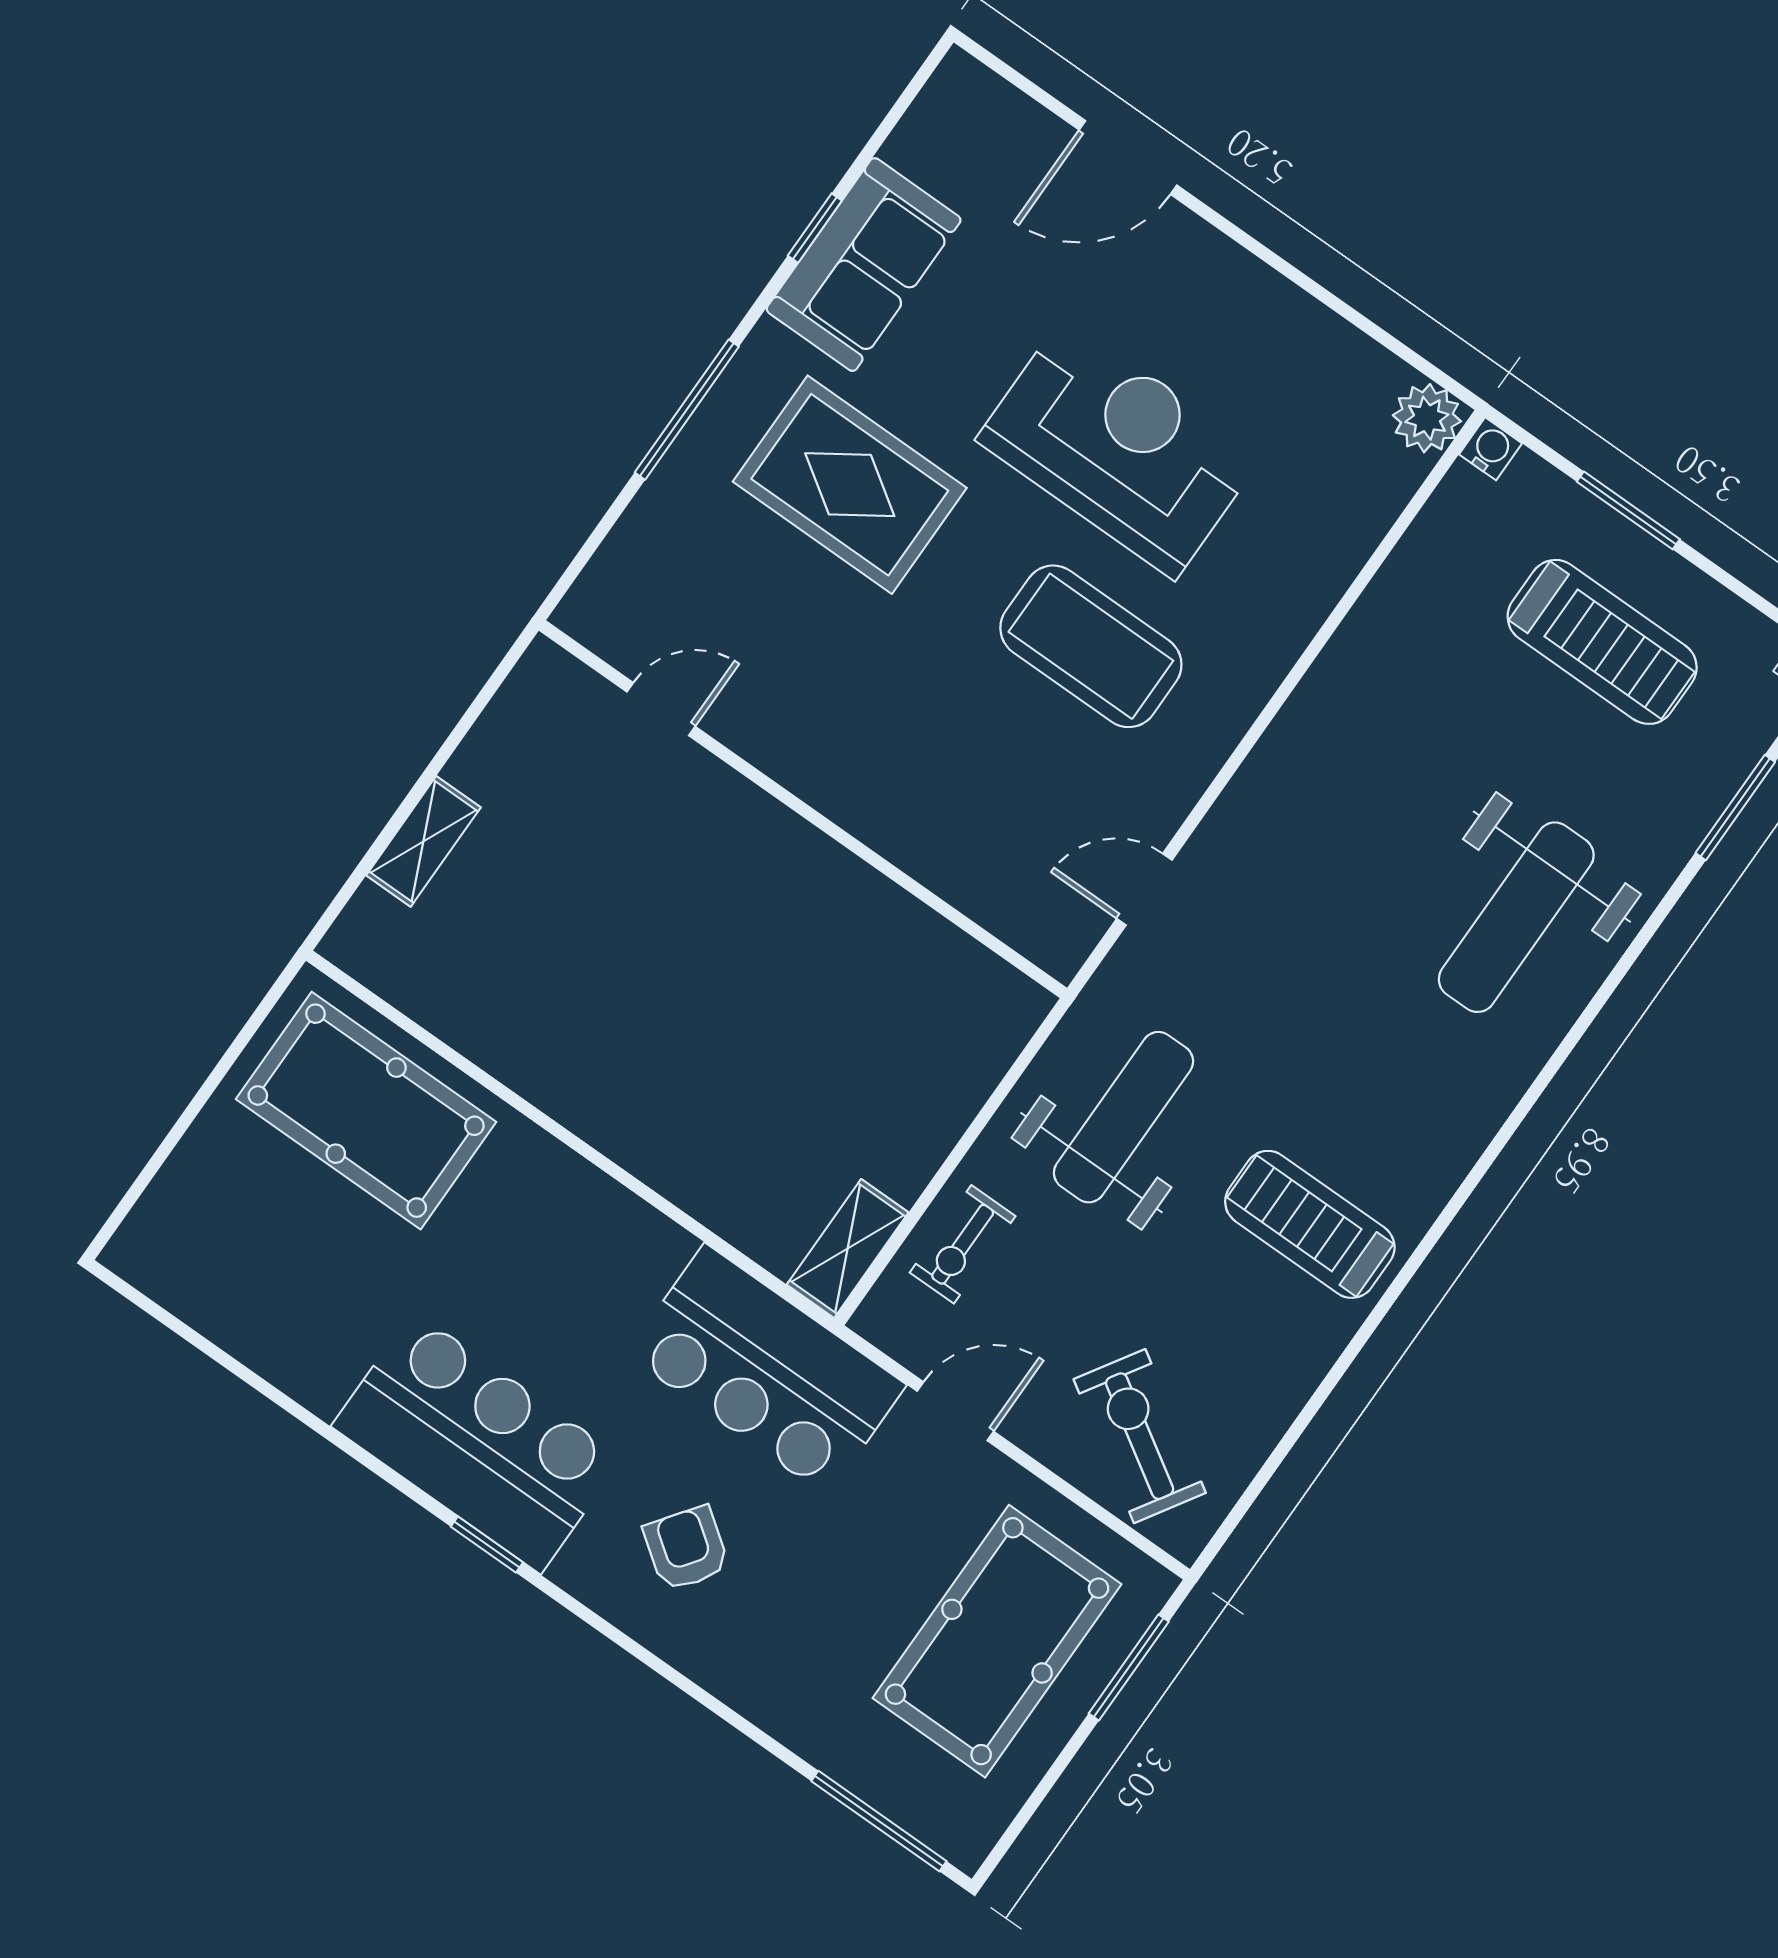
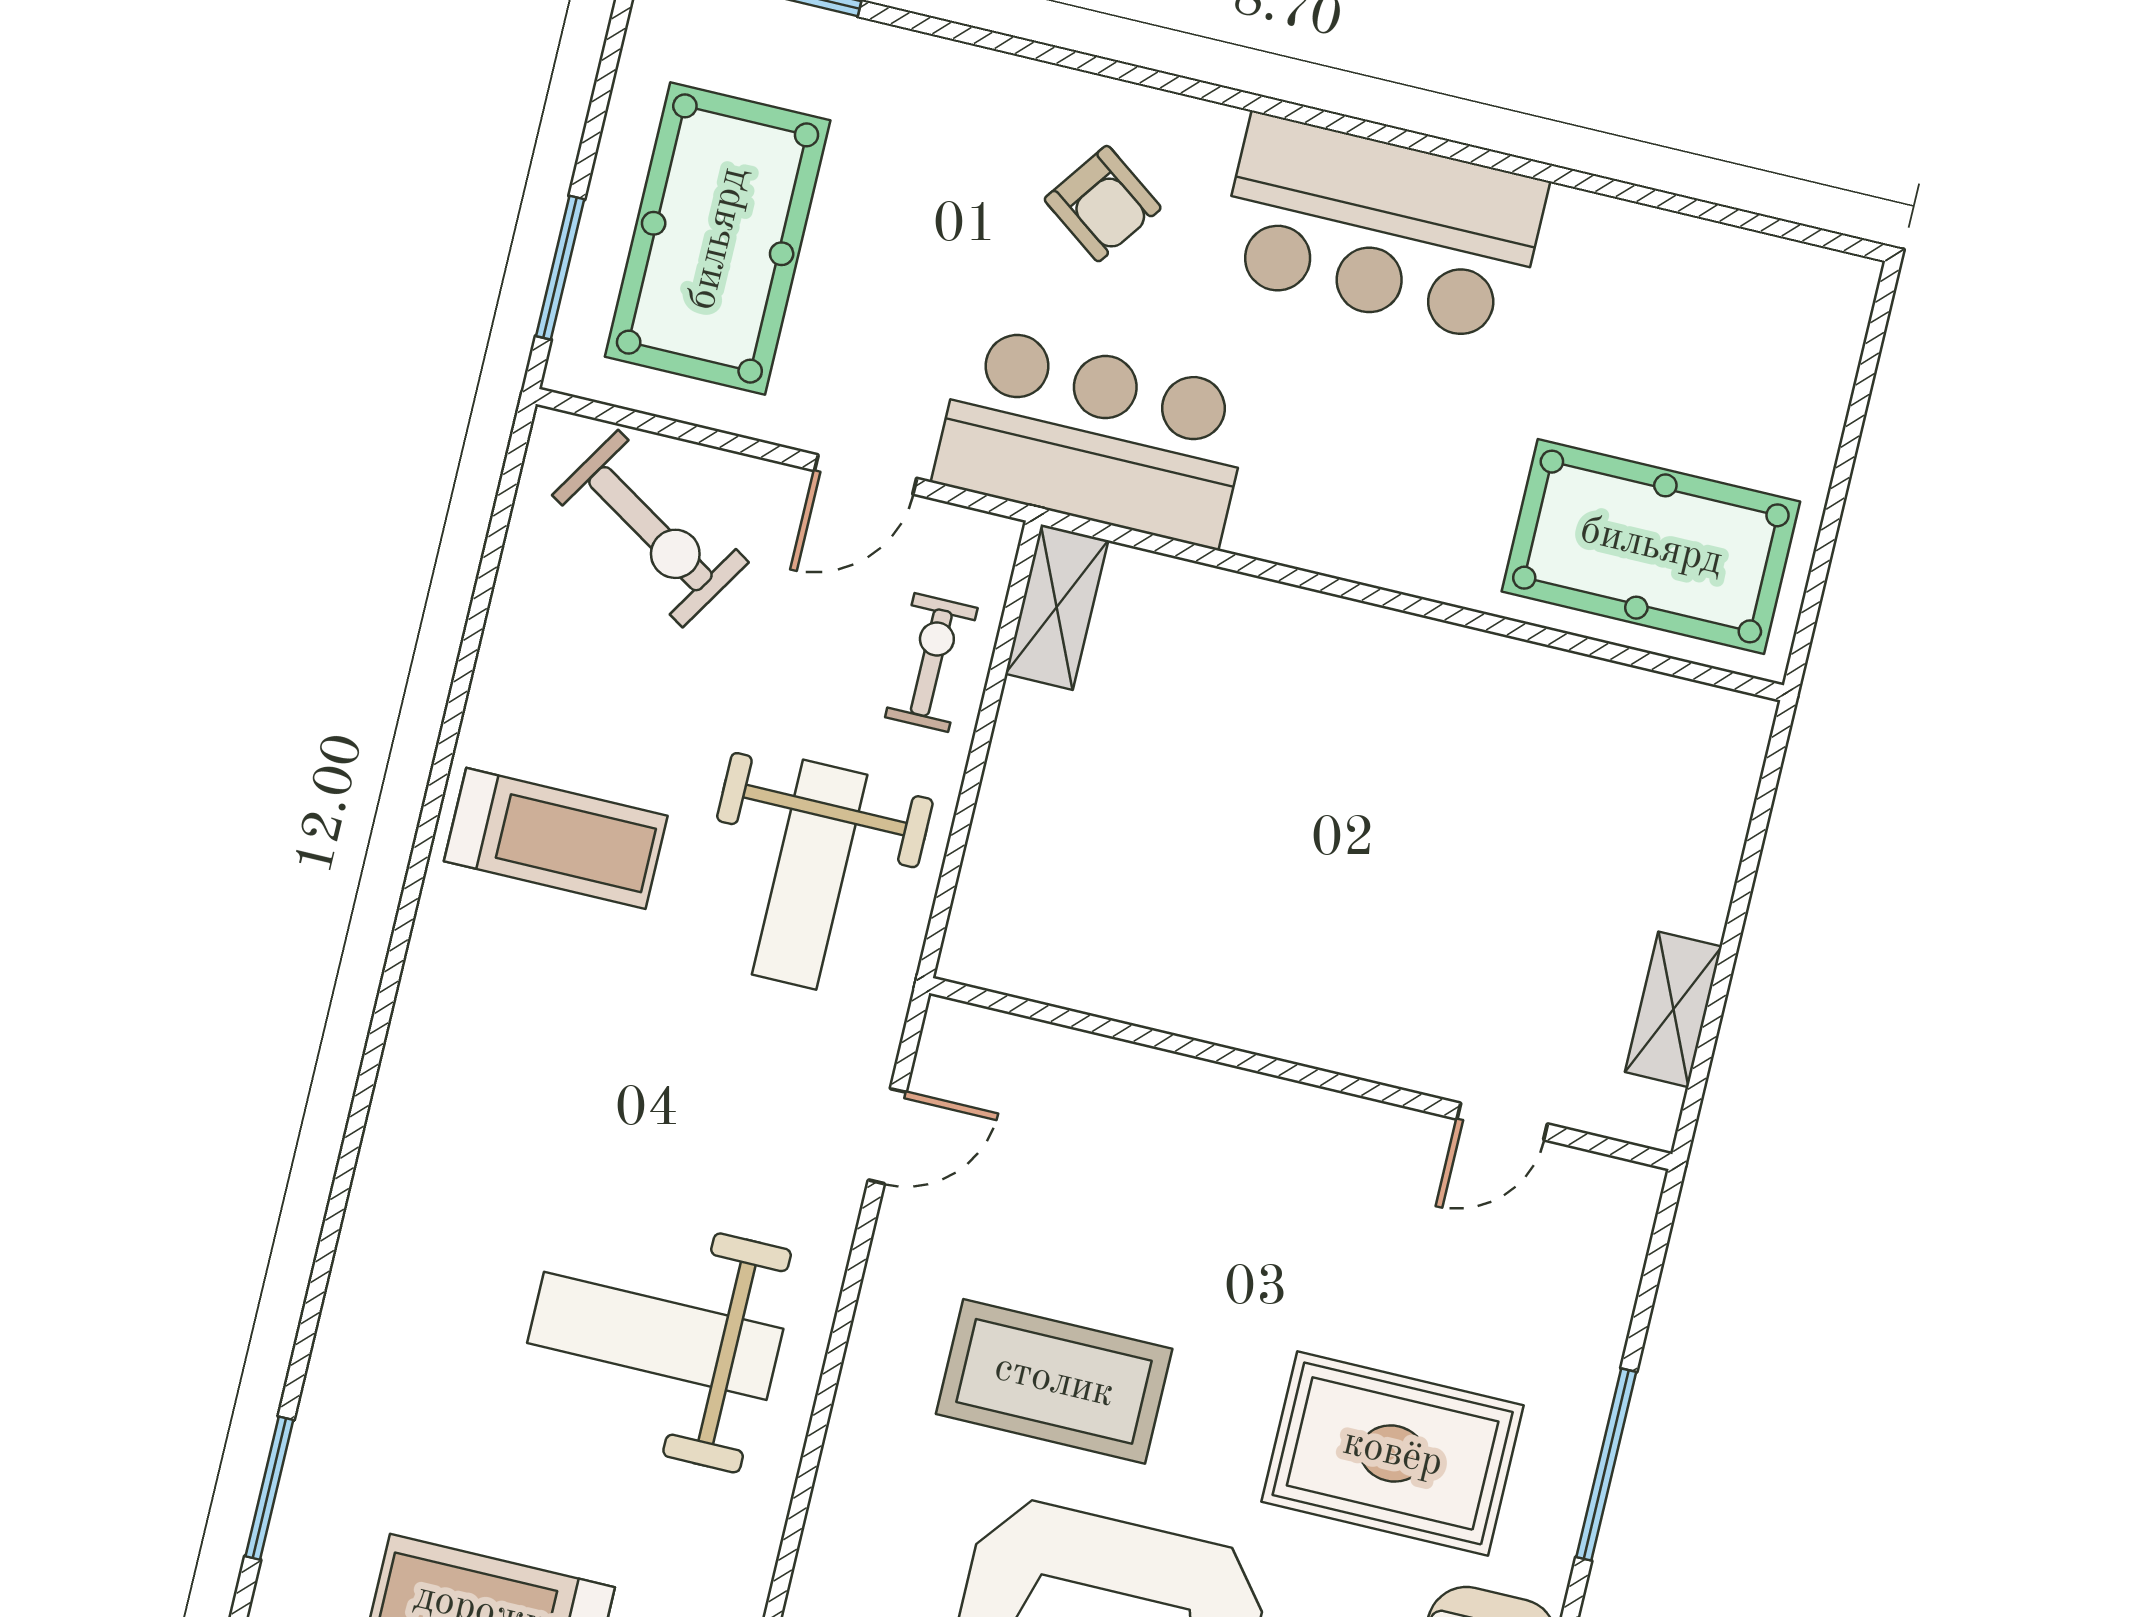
shelving: (423, 841) -> (1673, 1009), moved
weight bench: (1516, 917) -> (655, 1336), moved, turned -90
window: (487, 1544) -> (1325, 120), removed

